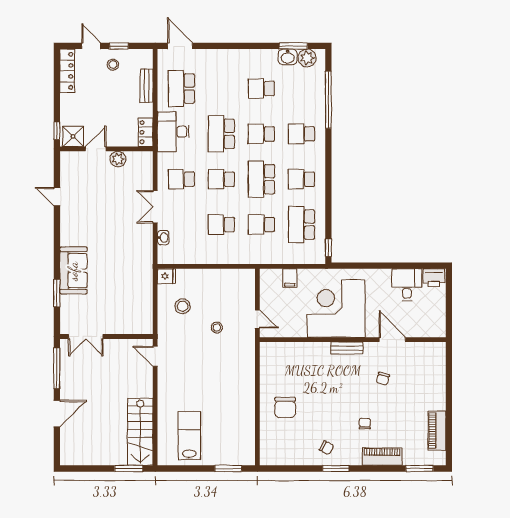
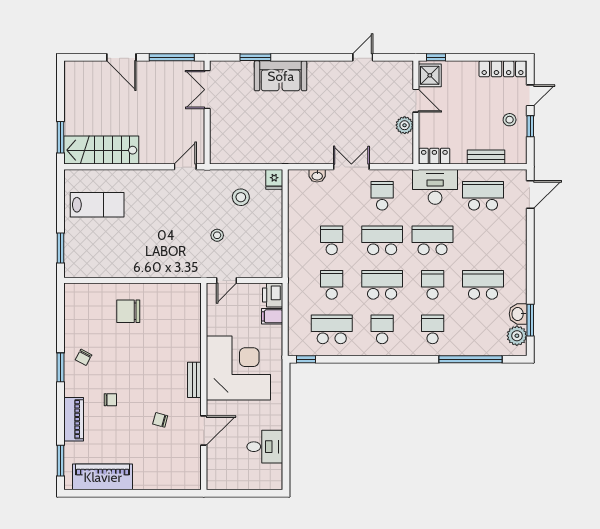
school desk: (261, 89) -> (483, 285), width x1.85
school desk: (221, 179) -> (382, 240), width x1.85
printer: (434, 278) -> (273, 295), moved
piano: (437, 431) -> (103, 477), width x1.37, depth x1.33

